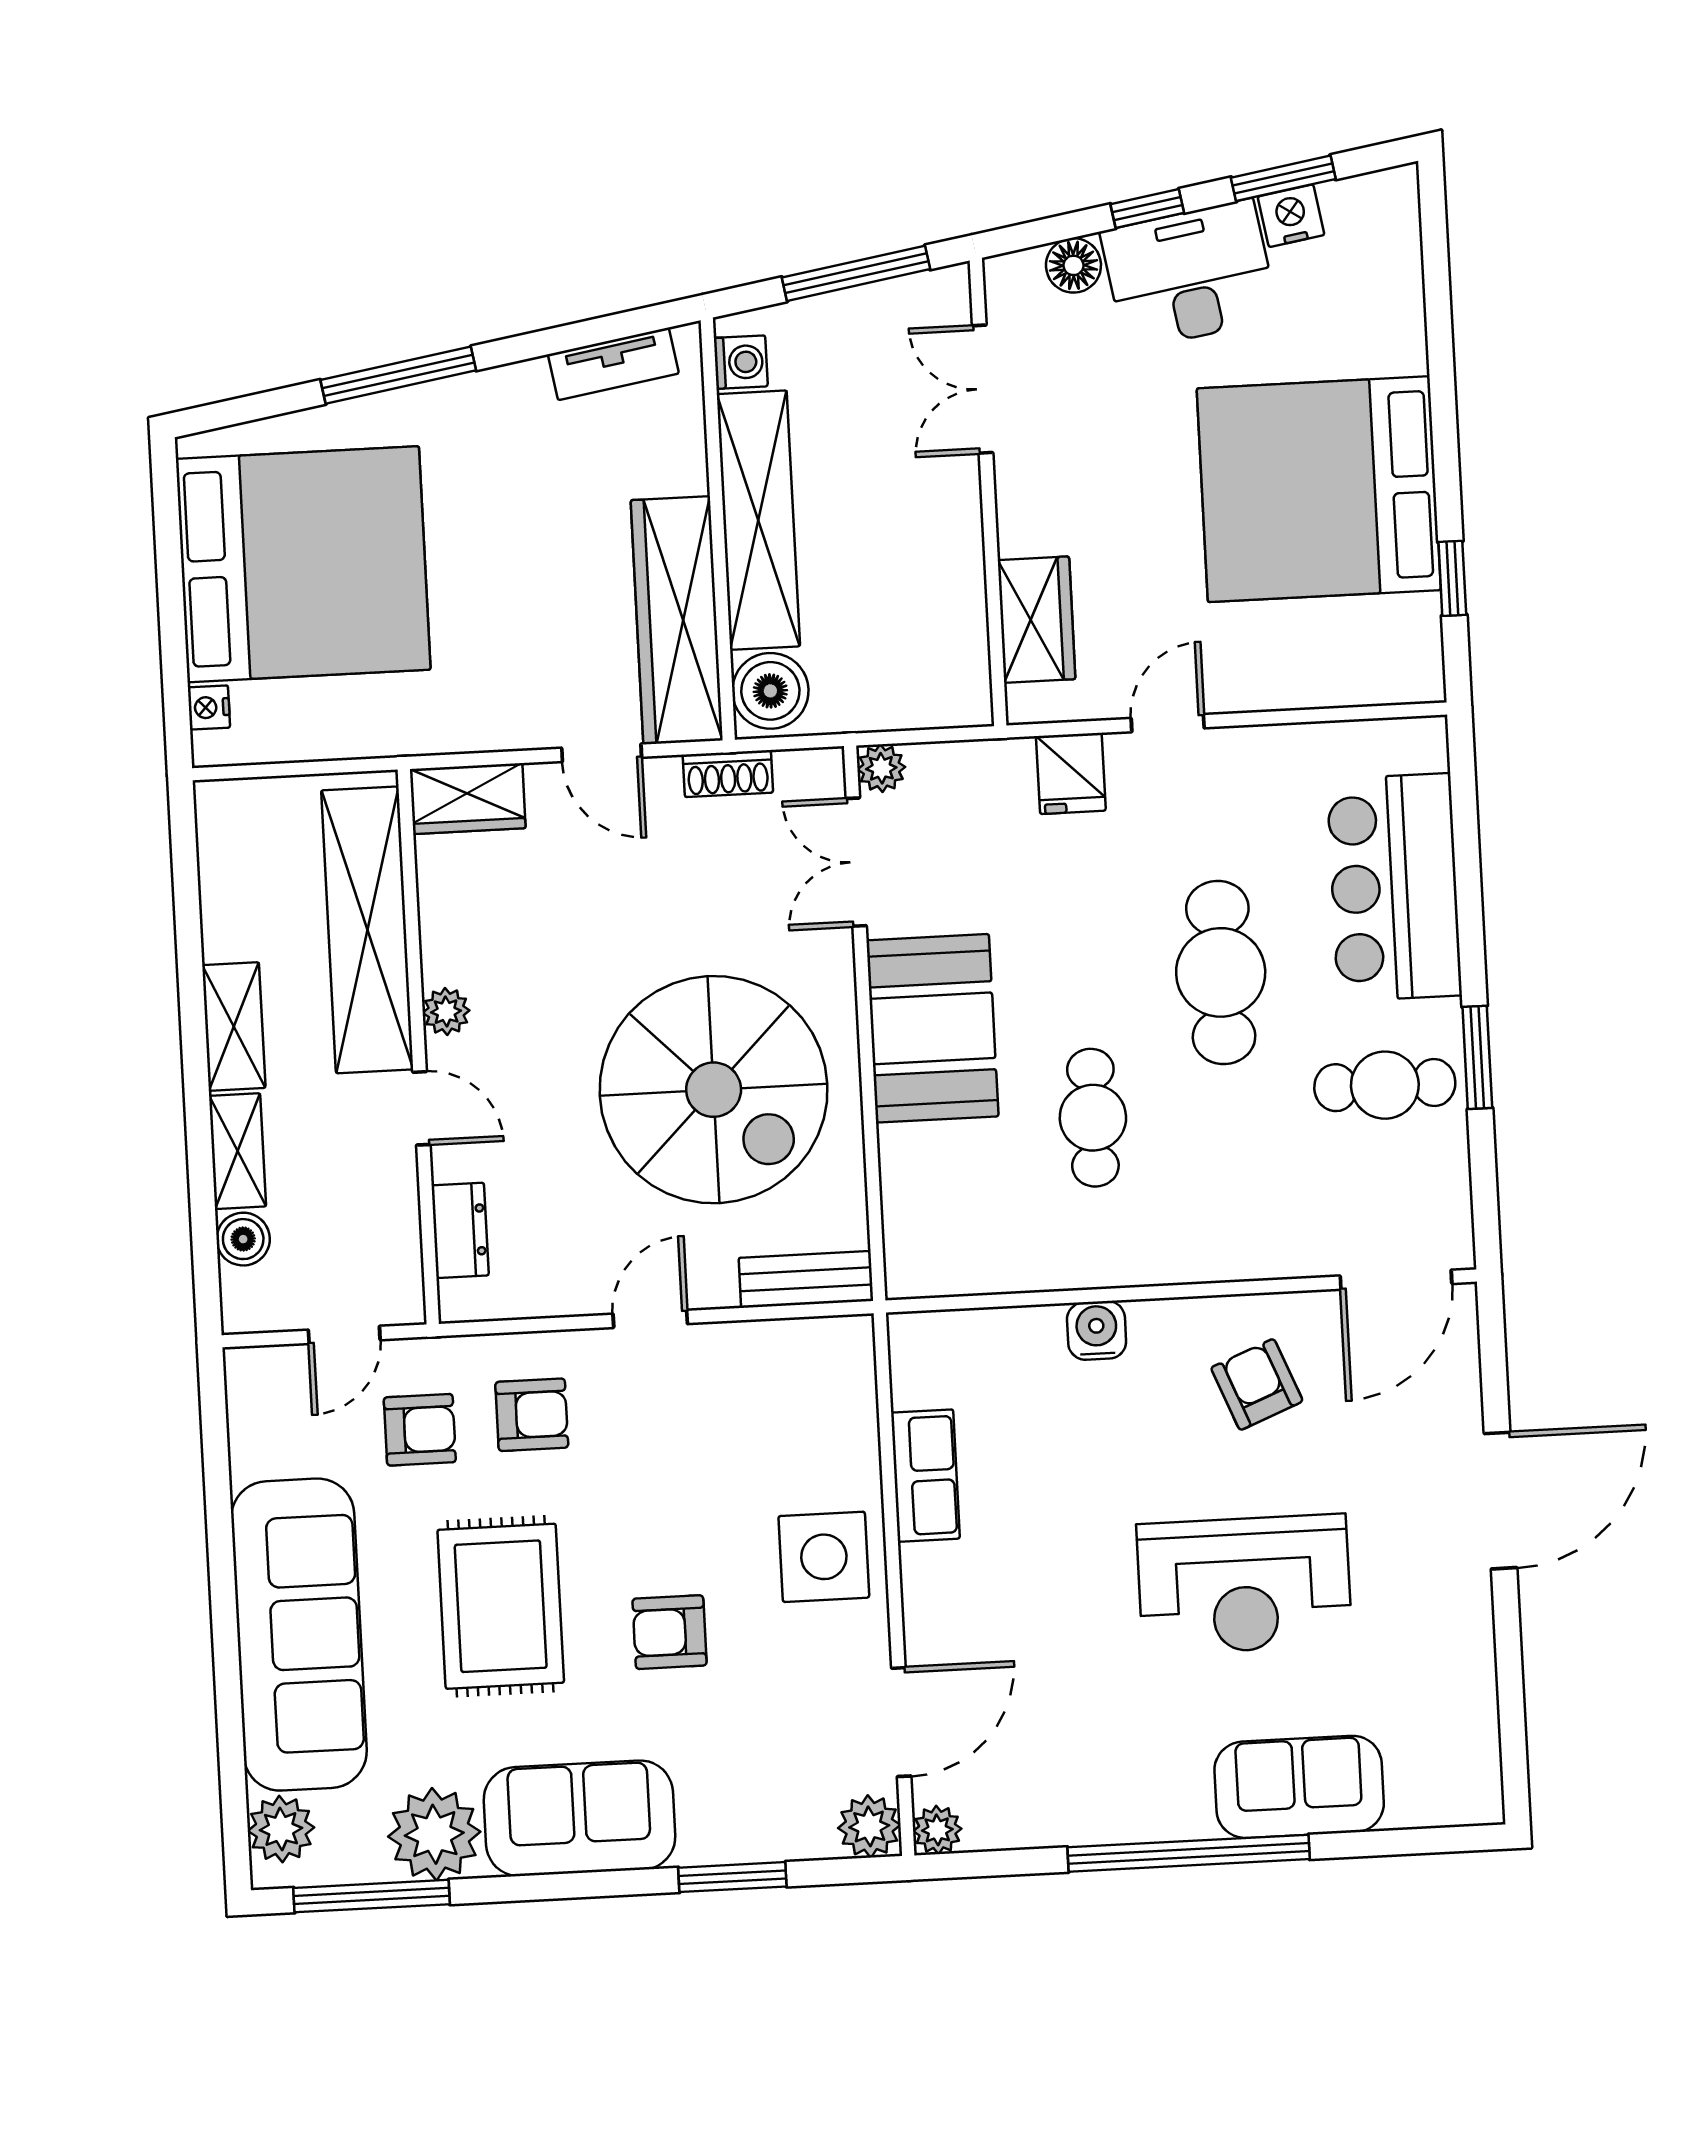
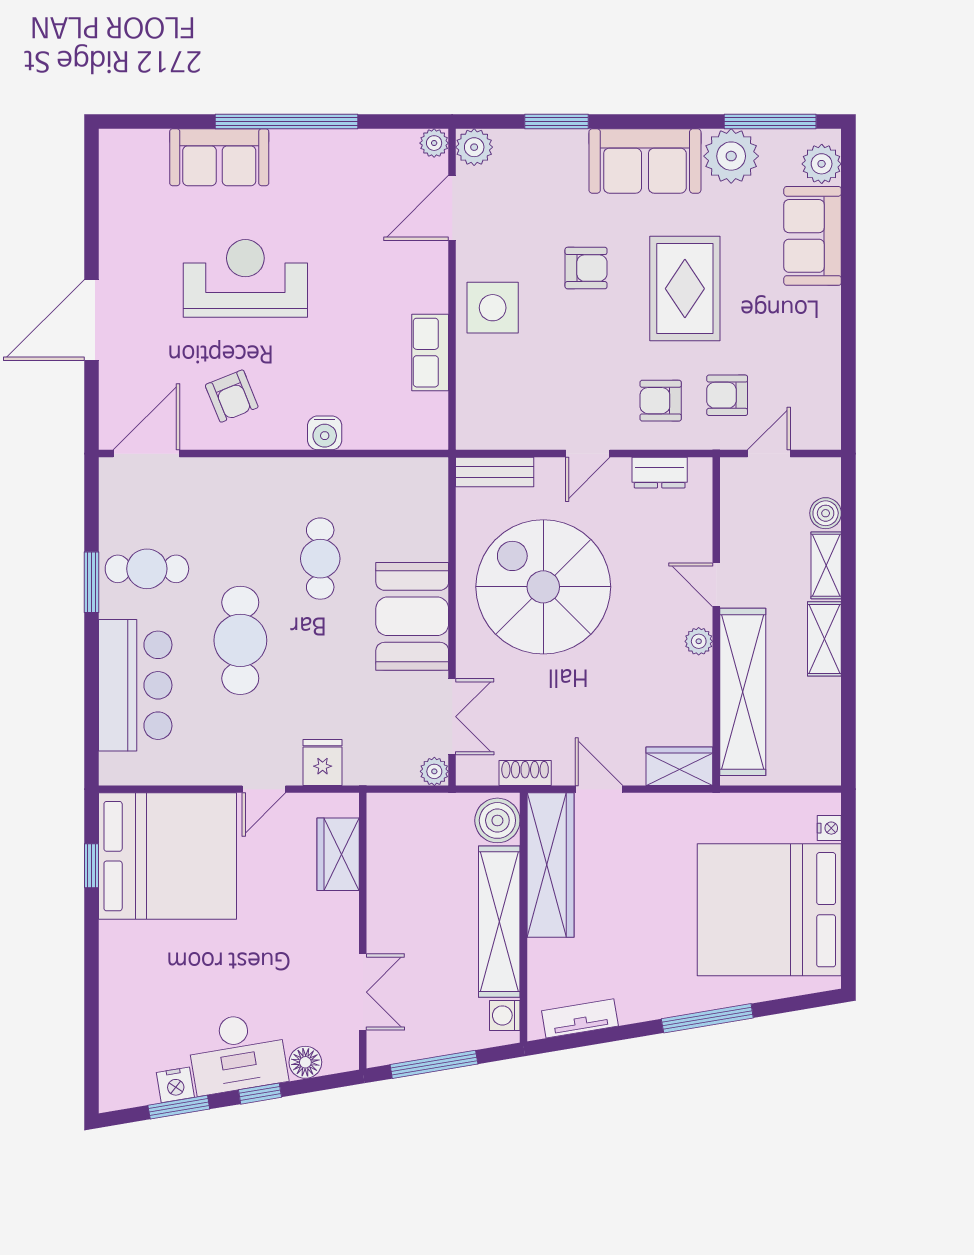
bed: (1319, 489) -> (167, 856), moved
dresser: (460, 1230) -> (660, 473), moved, turned -90
sofa: (299, 1635) -> (813, 236), width x0.54, depth x0.79

